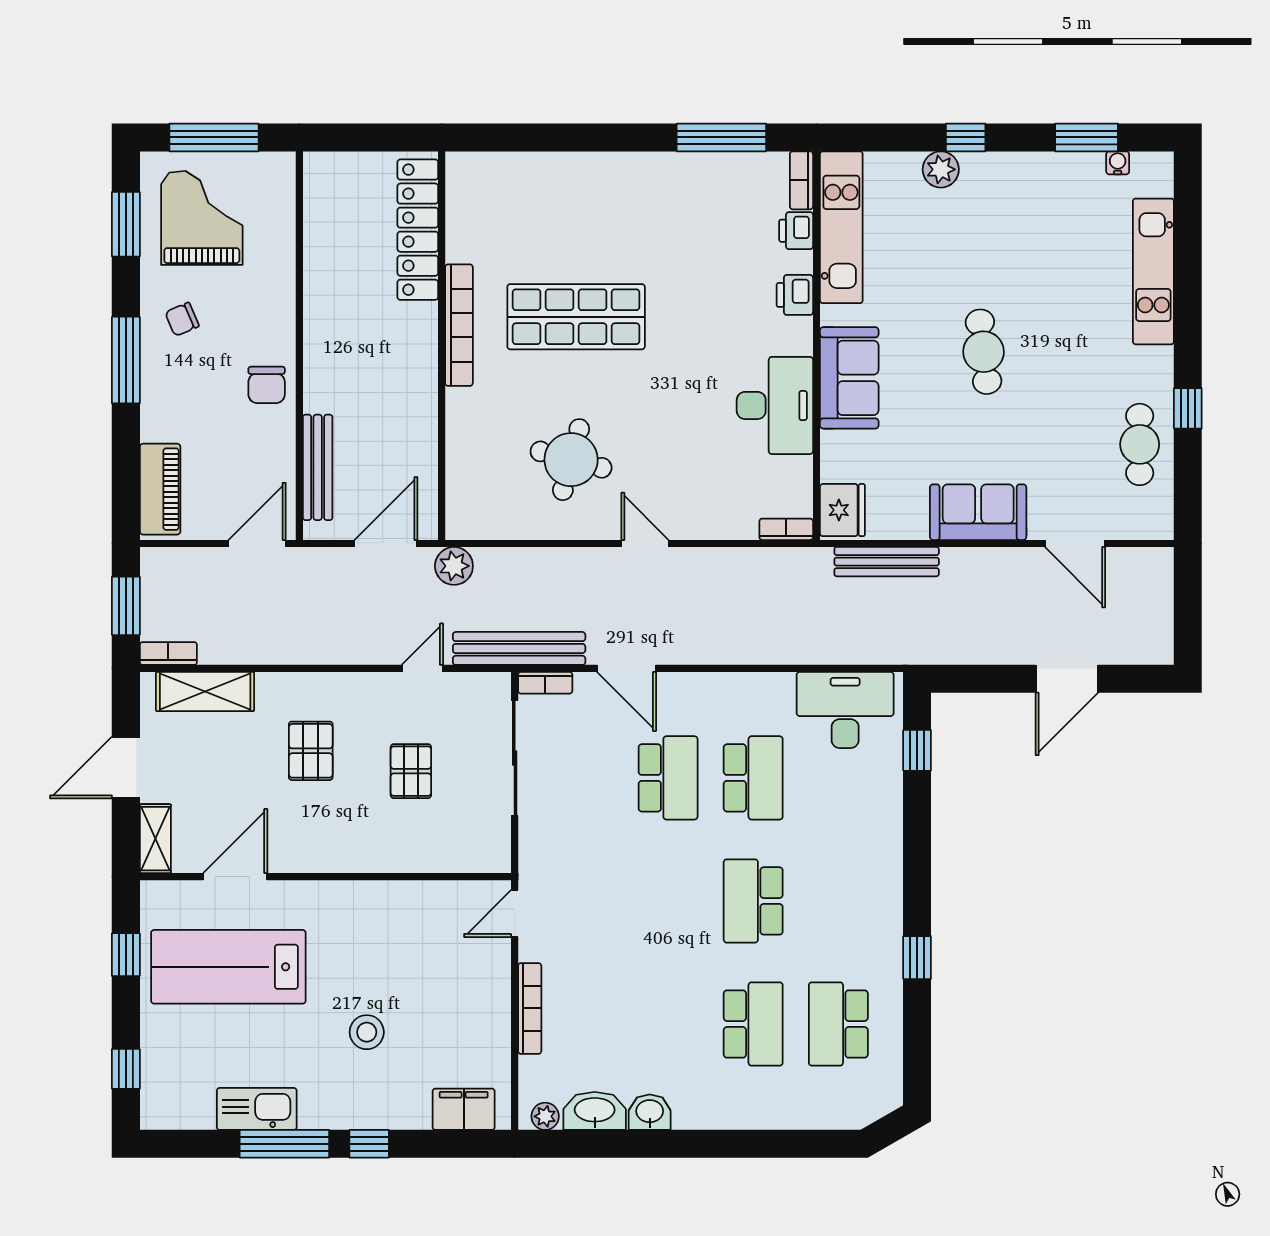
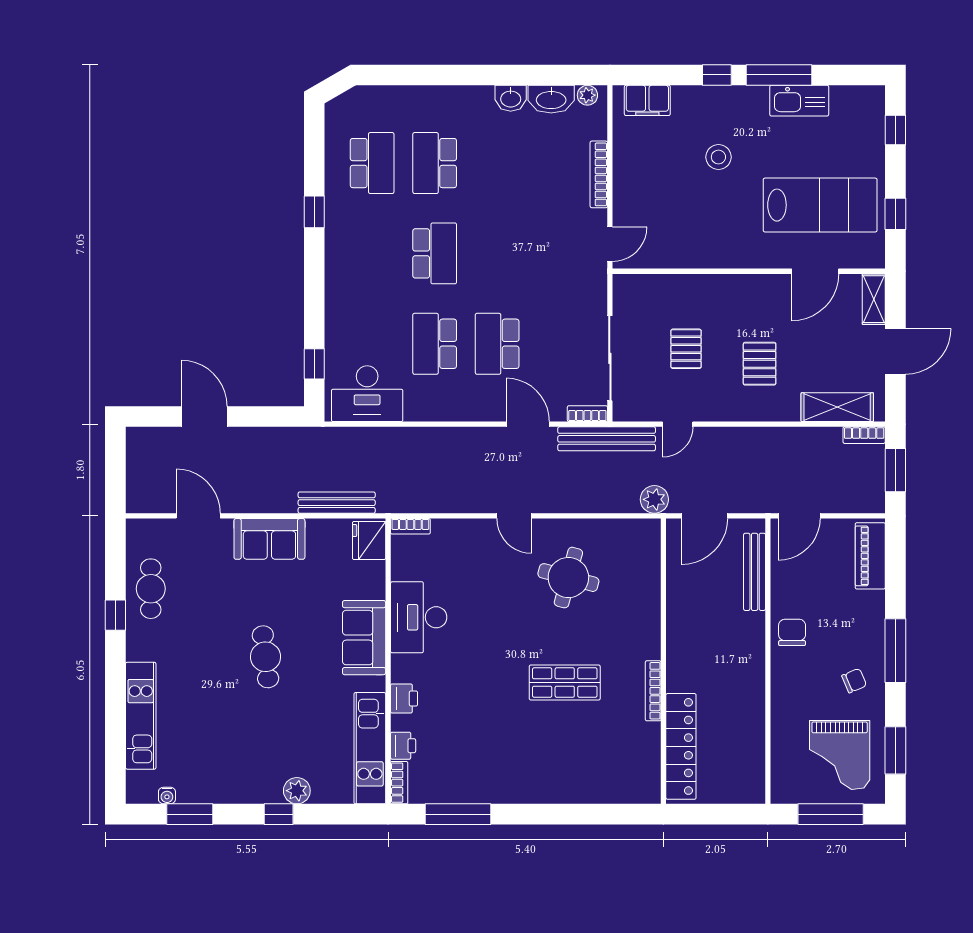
shop shelf: (576, 317) -> (565, 682), width x0.70, depth x0.74
bookcase: (459, 325) -> (653, 691), width x0.68, depth x0.76
door: (1067, 679) -> (204, 417), hinge flipped

